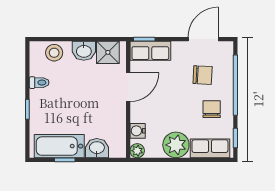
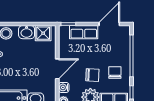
row of seats: (150, 51) -> (84, 32), moved
chair: (203, 75) -> (92, 75), moved
door: (128, 87) -> (57, 69), moved

